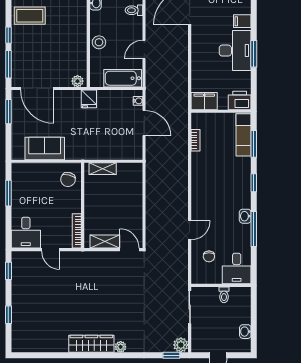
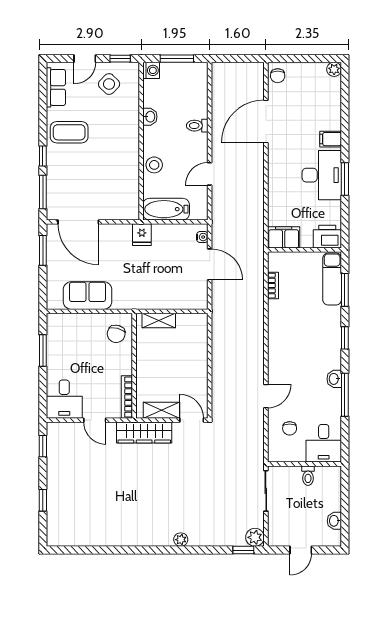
bathtub: (123, 78) -> (166, 209), moved
plant: (77, 81) -> (128, 213), removed
wardrobe: (91, 344) -> (144, 433), moved, turned 180

